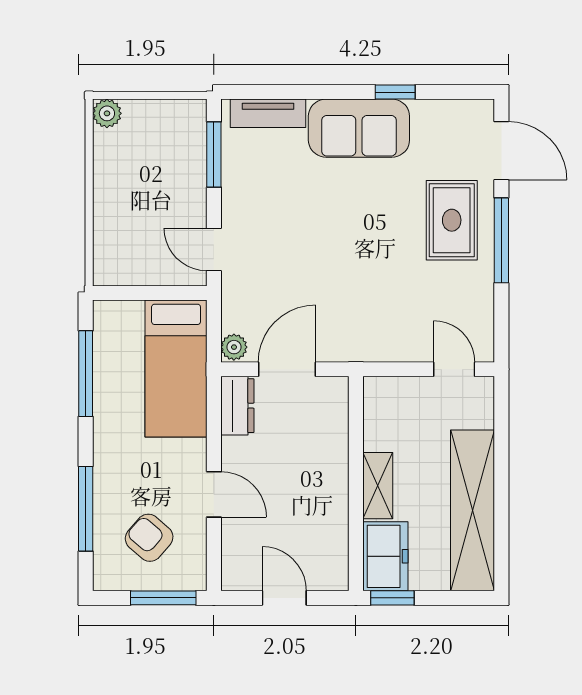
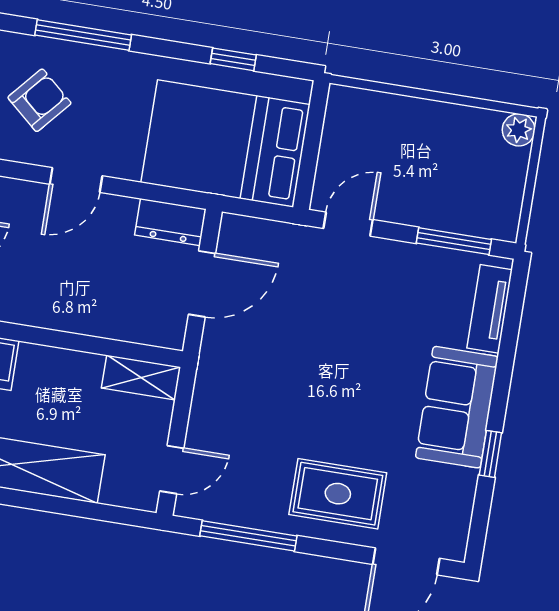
window: (501, 240) -> (248, 536), moved
plant: (234, 347) -> (236, 229), removed
bed: (176, 369) -> (225, 144), width x1.50
door: (287, 369) -> (202, 284), hinge flipped
window: (86, 374) -> (233, 59), width x0.46
shelving: (378, 486) -> (141, 377), moved

